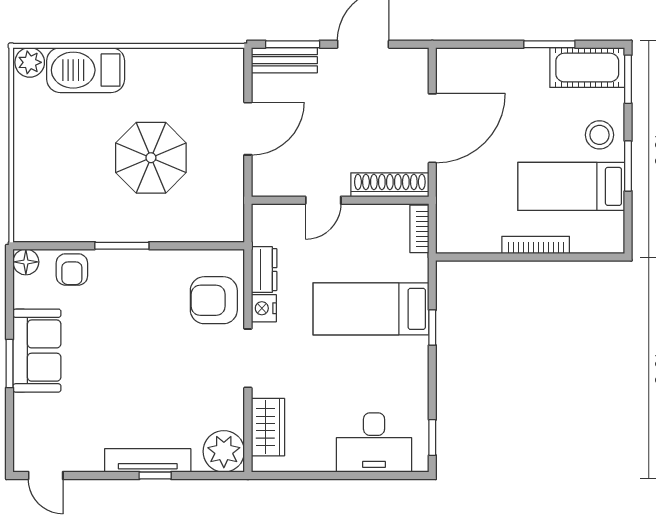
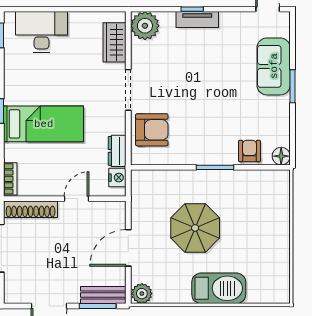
plant: (30, 62) -> (142, 294), moved
barbecue: (86, 70) -> (219, 288), moved
nightstand: (264, 308) -> (117, 178), moved
sofa: (37, 351) -> (274, 66), moved
tv unit: (148, 460) -> (197, 20), width x0.71

